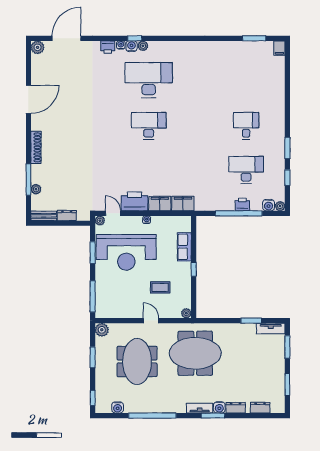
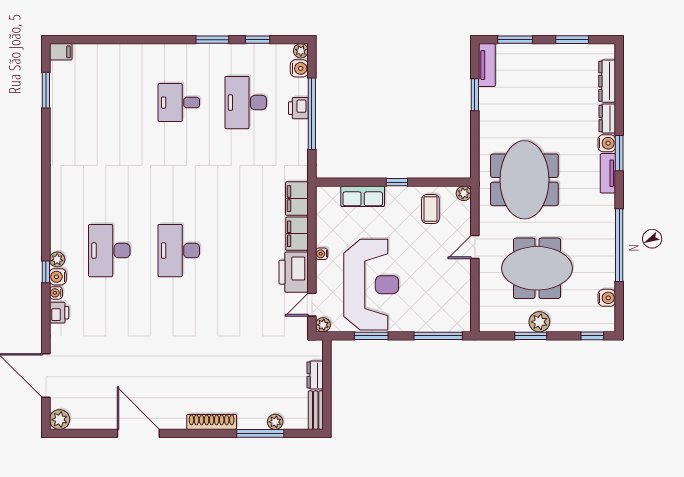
desk: (149, 80) -> (109, 251), width x0.73, depth x0.77
coffee table: (160, 287) -> (430, 209), moved
plant: (102, 330) -> (539, 322), moved
dresser: (260, 408) -> (607, 81), width x1.44

